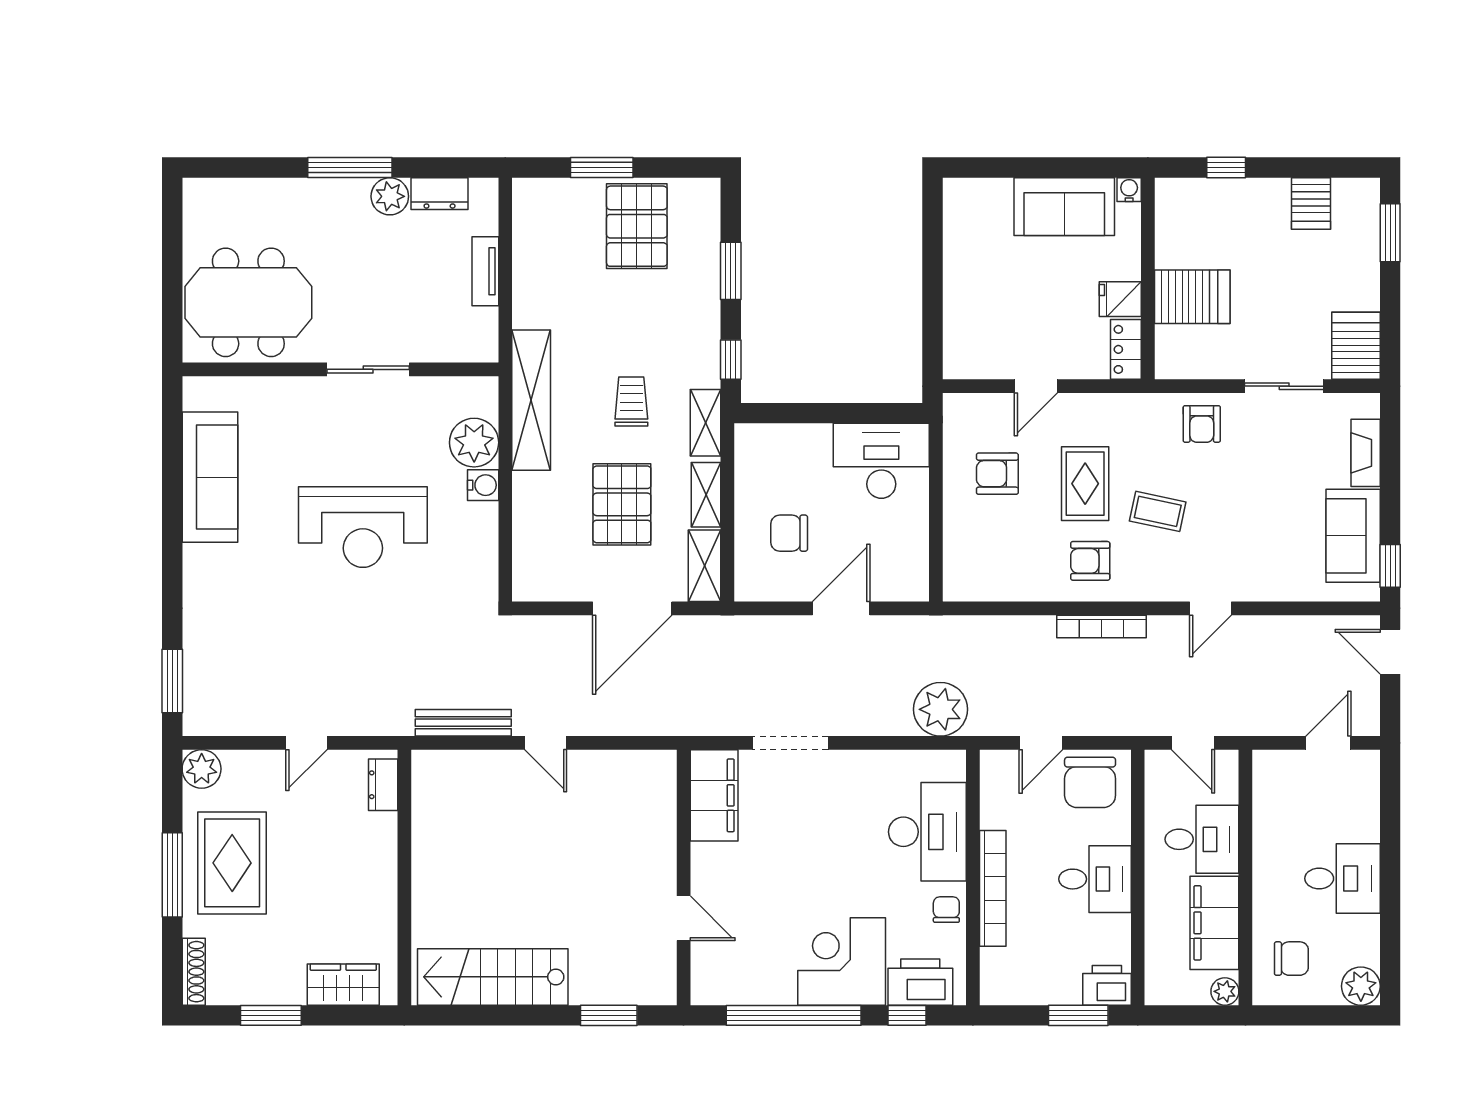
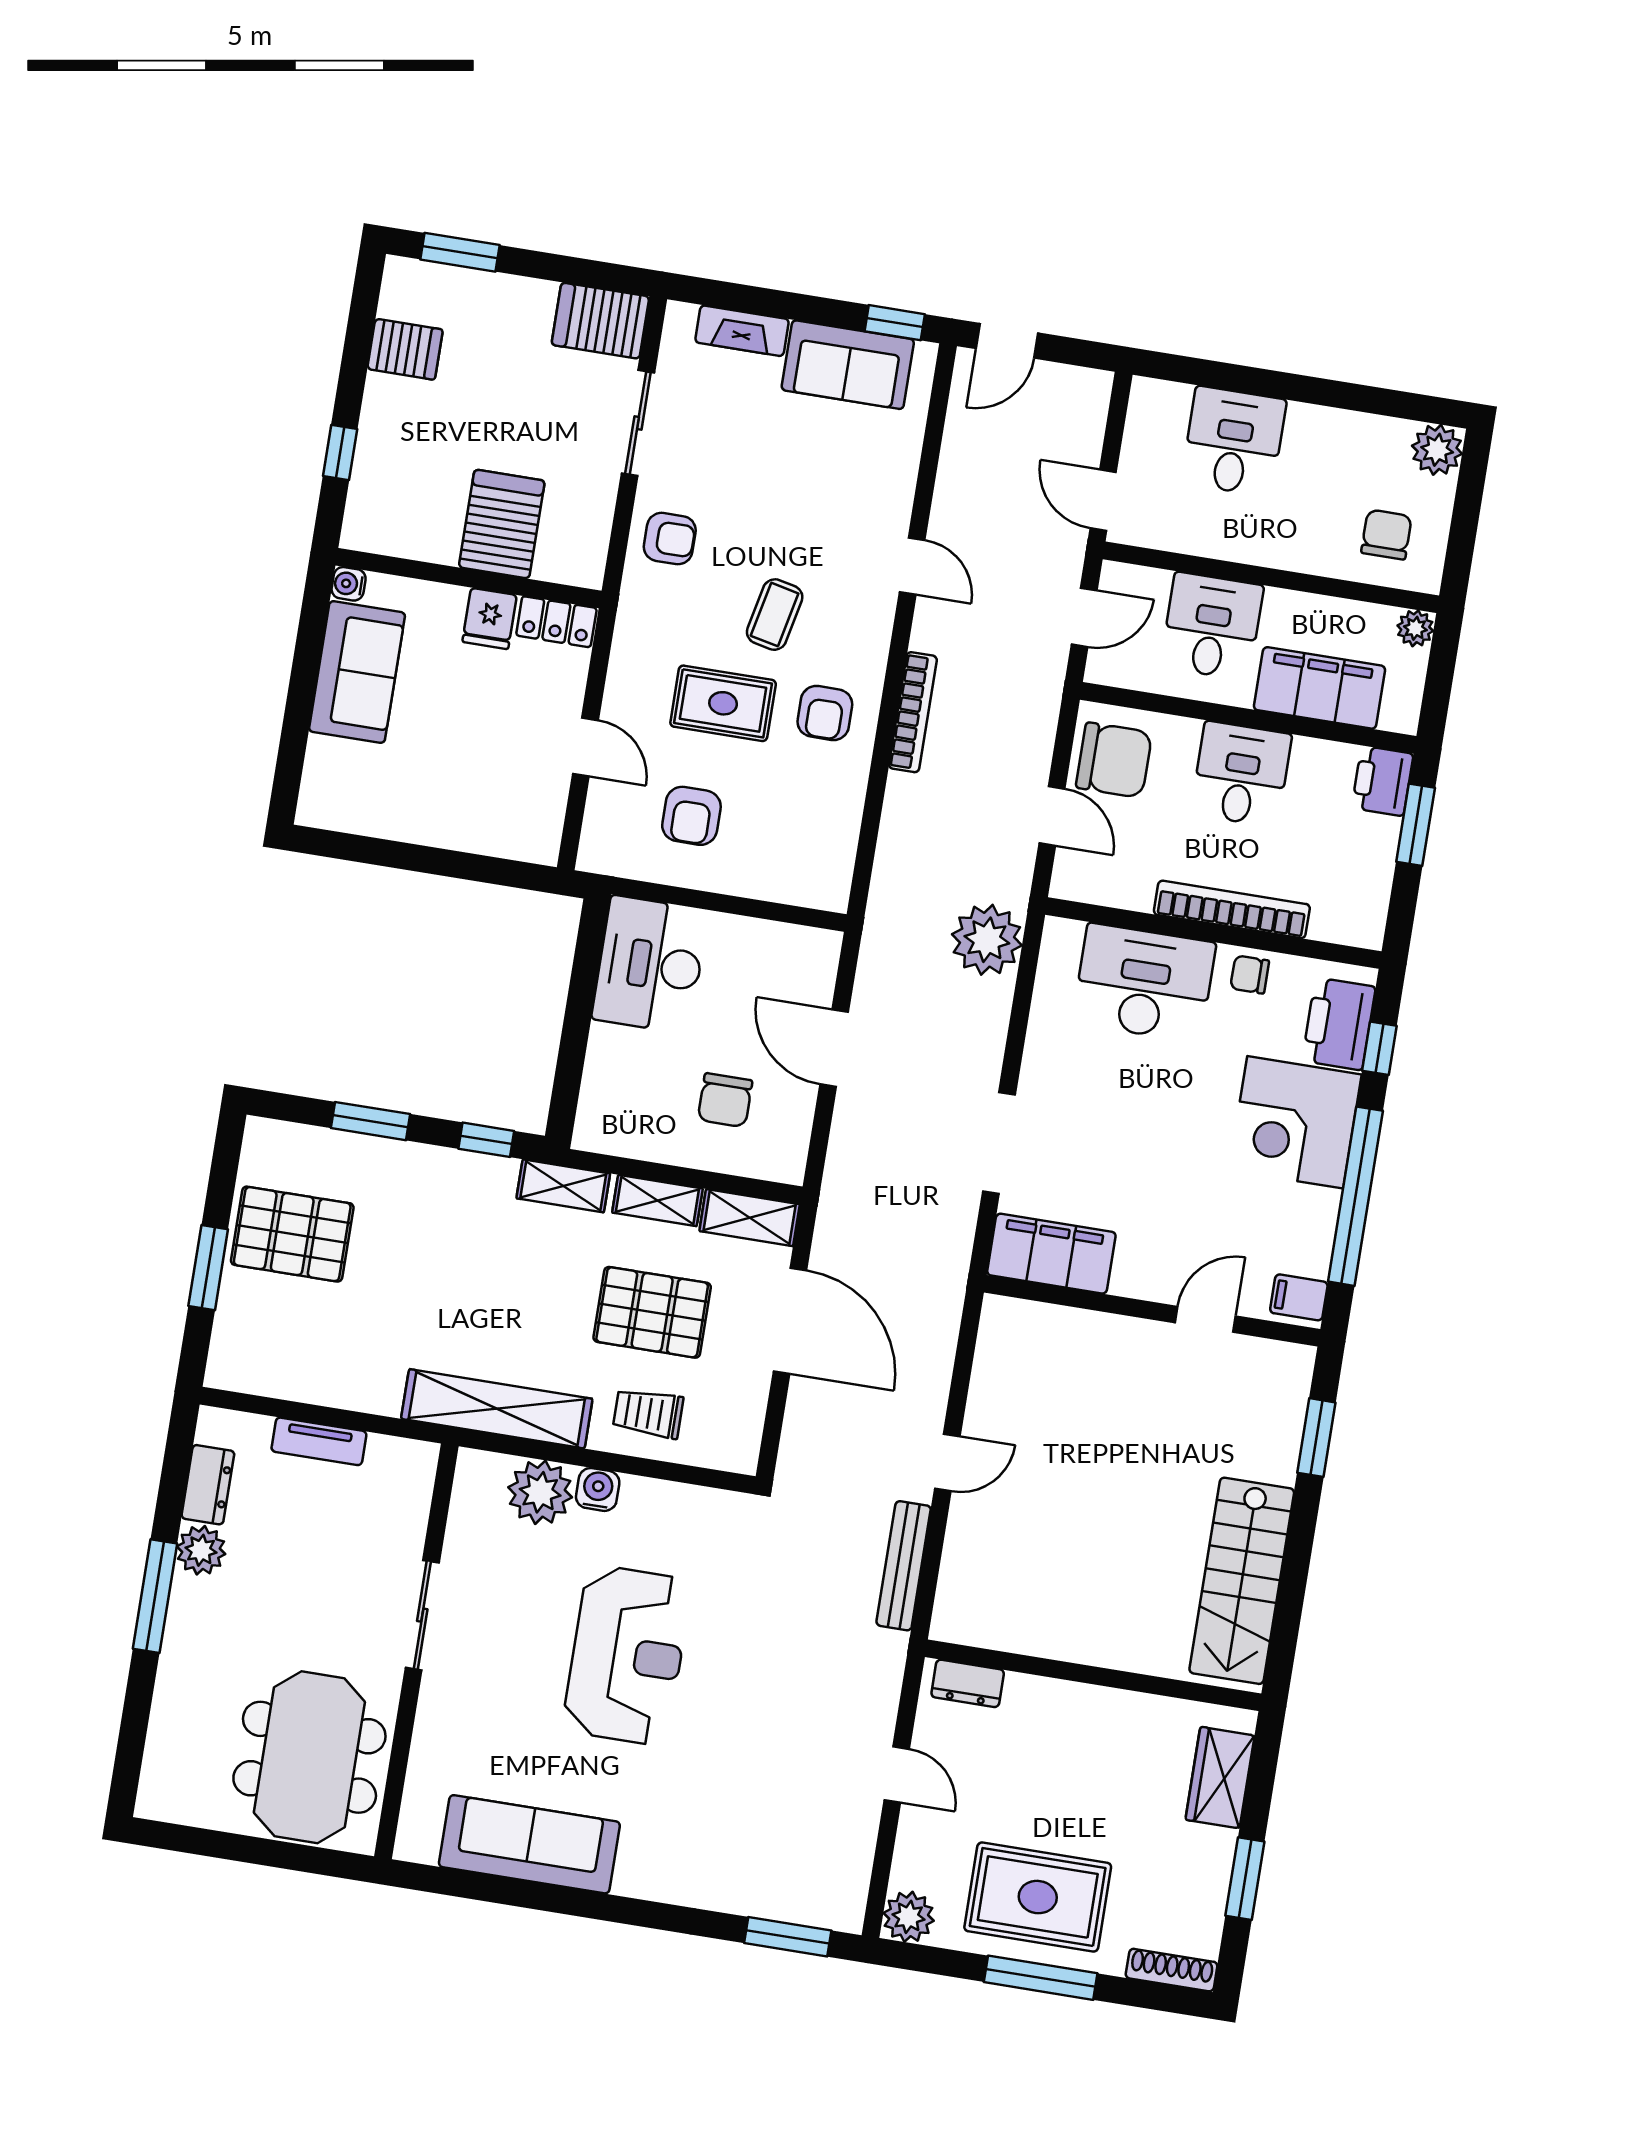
trolley: (631, 402) -> (648, 1413), moved
door: (1328, 743) -> (1103, 500), moved
desk: (1342, 878) -> (1234, 441), moved
filing cabinet: (1214, 923) -> (1320, 688), moved, turned 180
filing cabinet: (711, 985) -> (1299, 1297), added

